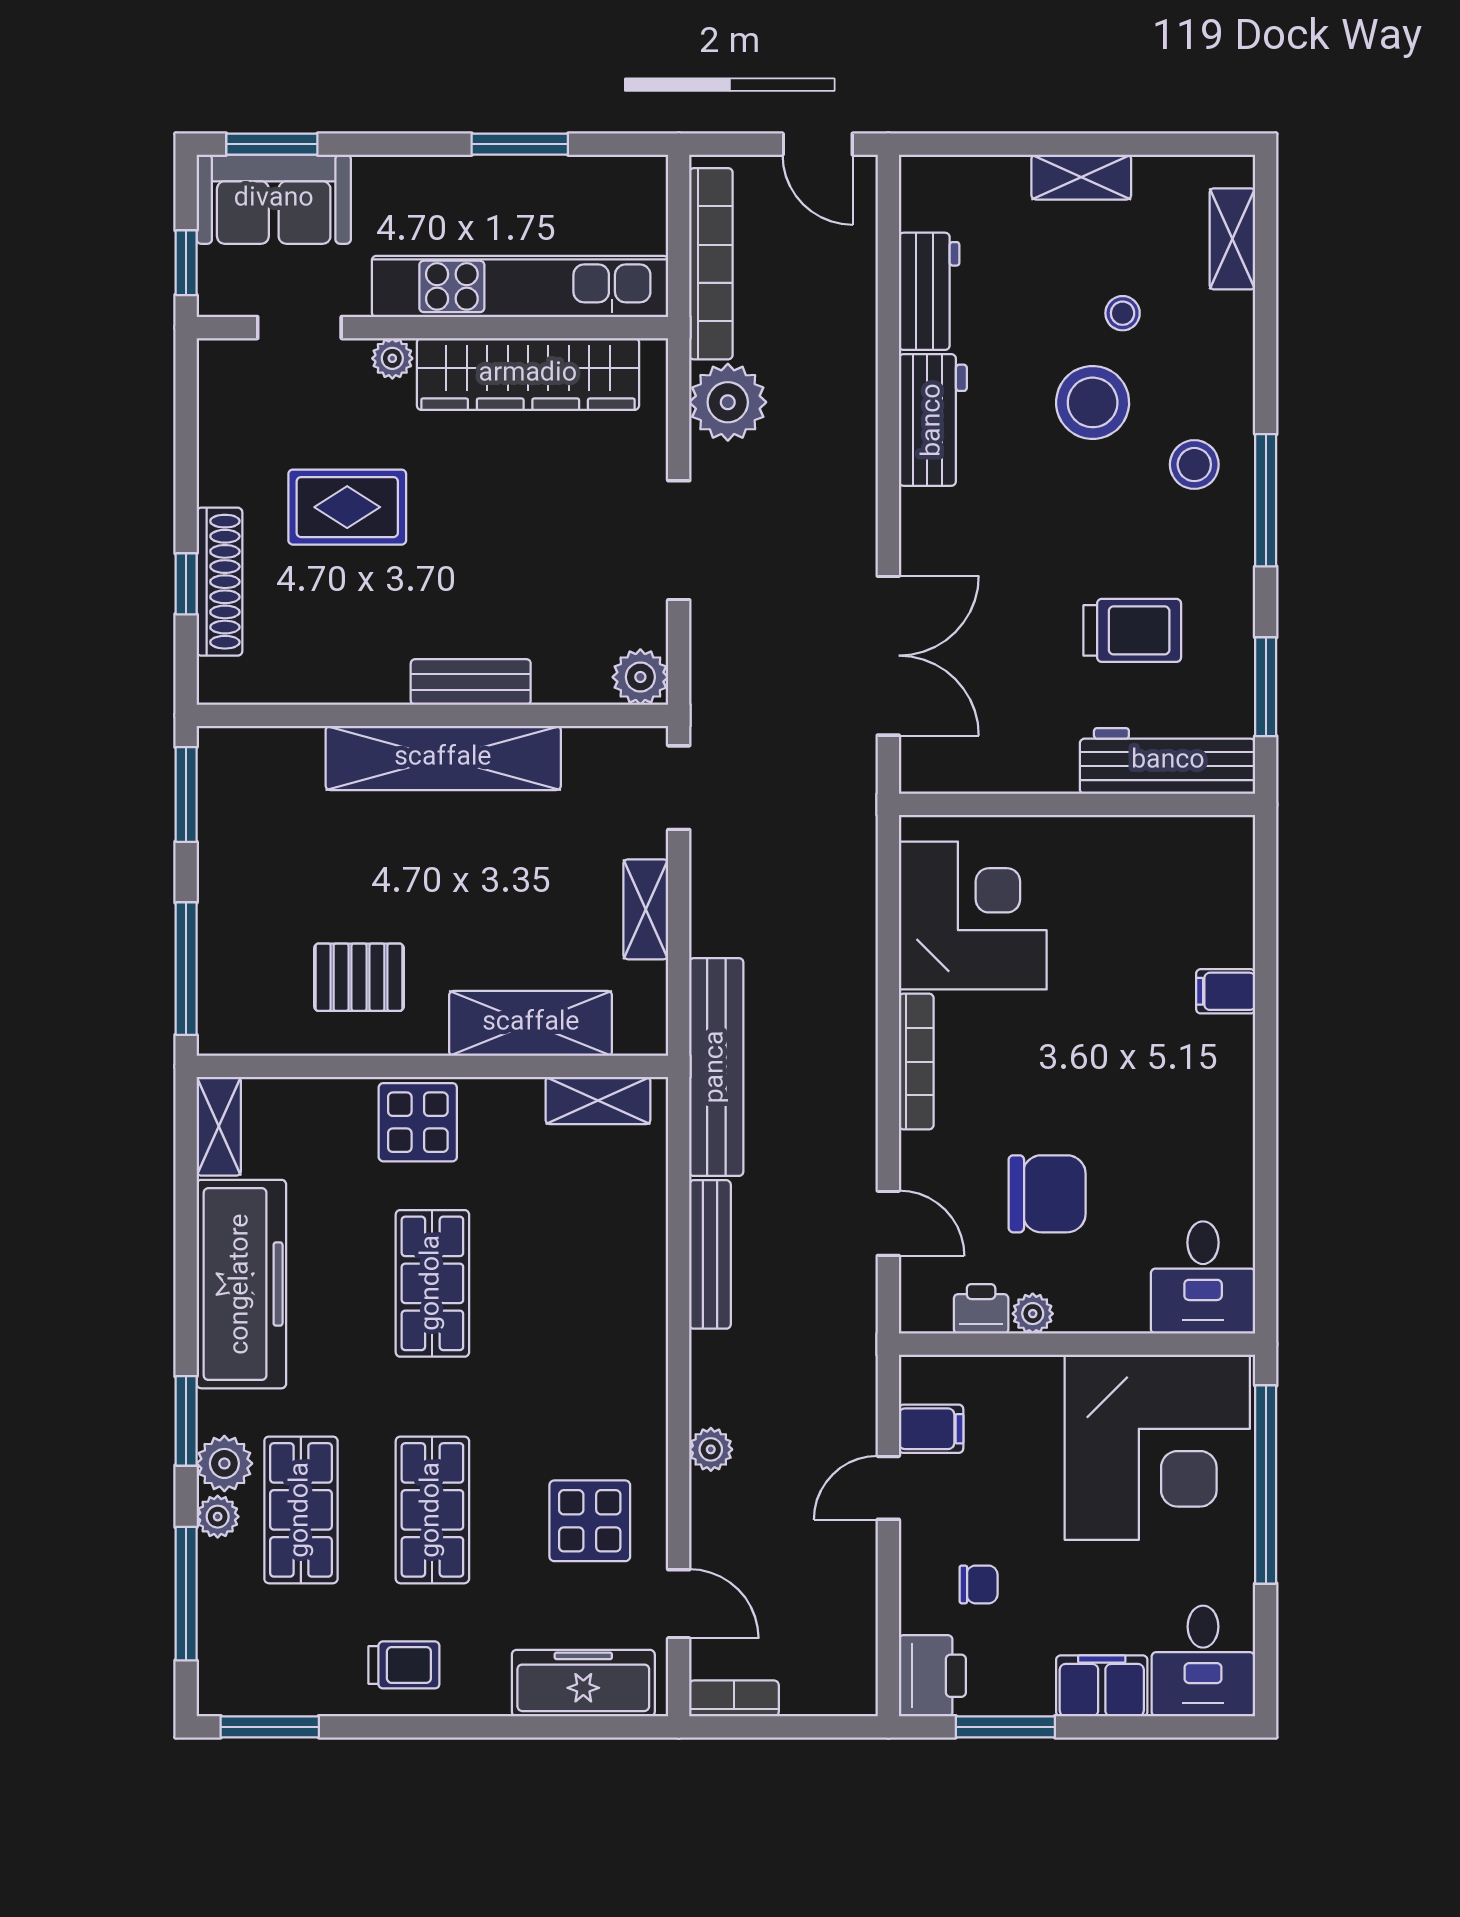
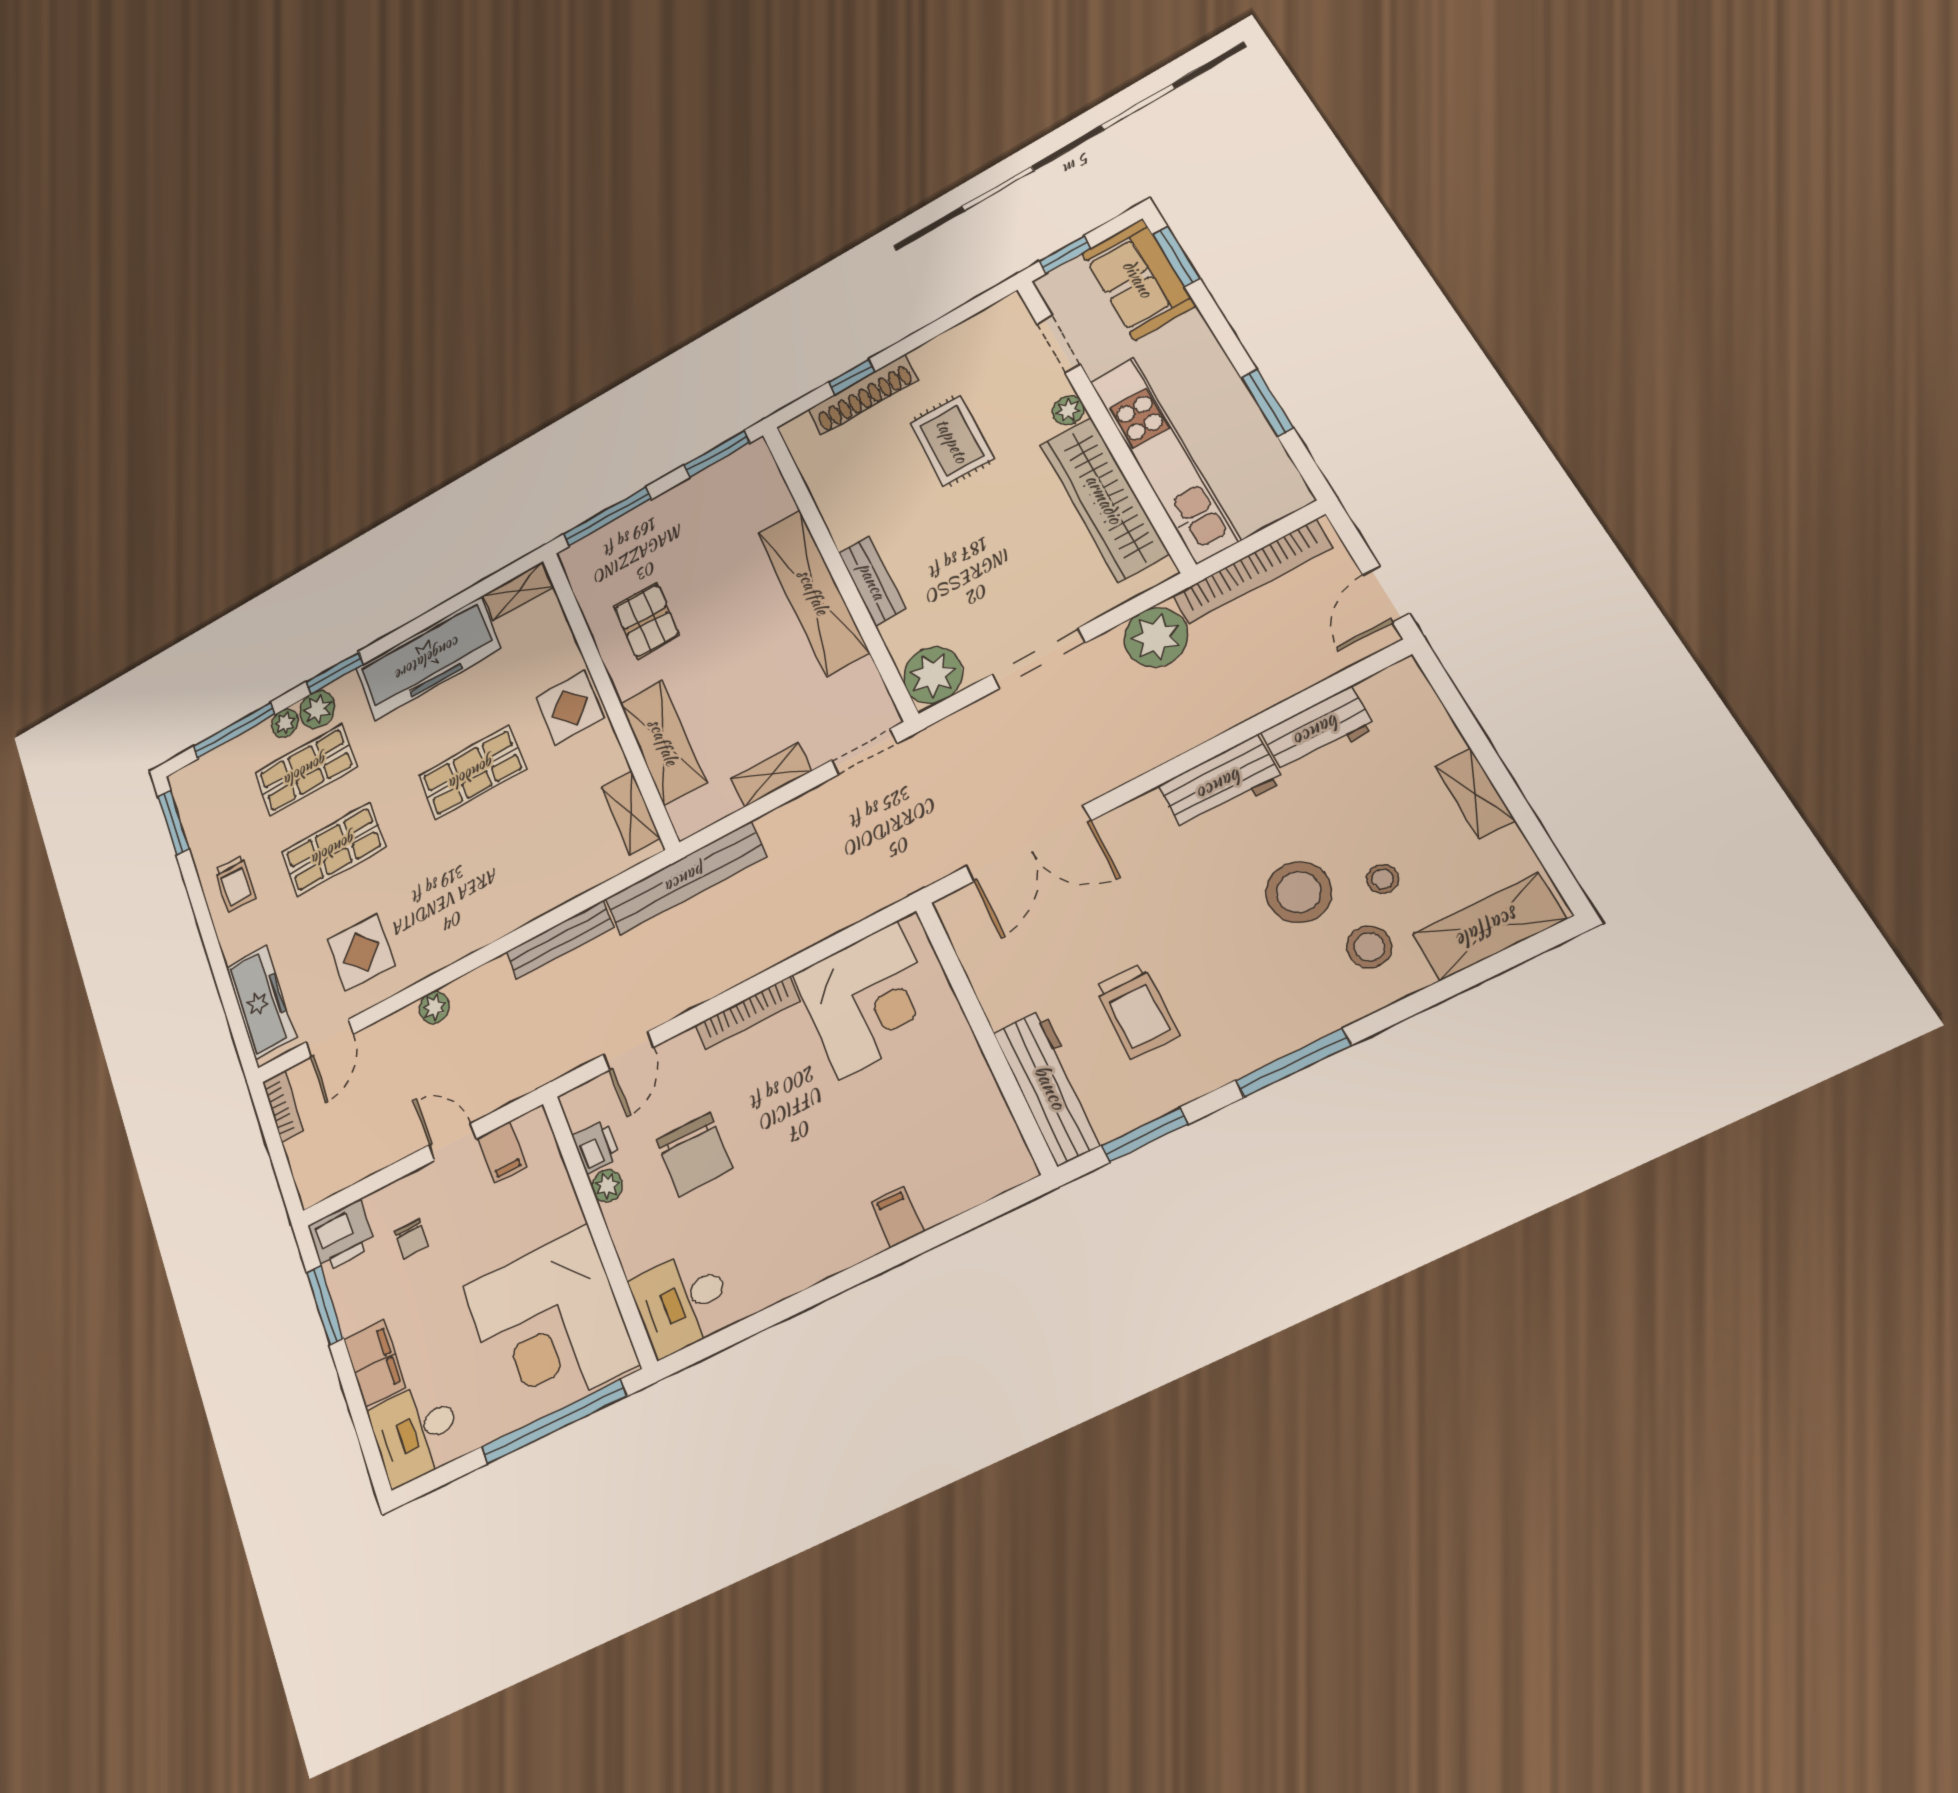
shelving: (1232, 239) -> (1489, 927), width x1.50, depth x1.33
stool: (1194, 465) -> (1369, 947), moved
plant: (640, 677) -> (933, 675), width x1.36, depth x1.36

